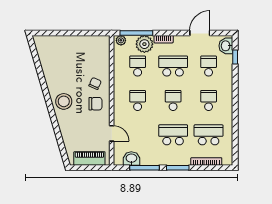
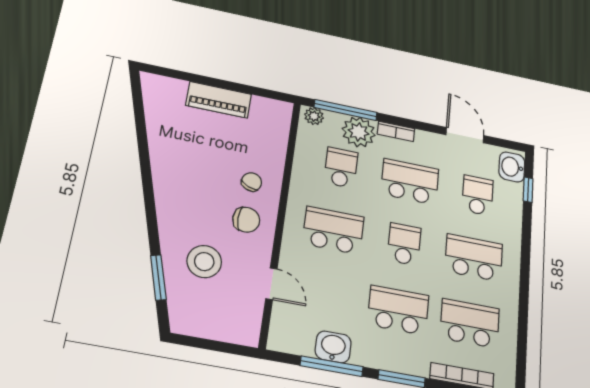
door: (200, 33) -> (465, 135), hinge flipped
school desk: (138, 100) -> (333, 230), width x1.85
school desk: (209, 100) -> (474, 258), width x1.85
stool: (64, 101) -> (204, 262), moved
window: (60, 141) -> (158, 277), added
piano: (89, 159) -> (219, 100), moved, turned 180
washbasin: (131, 159) -> (333, 347), moved

